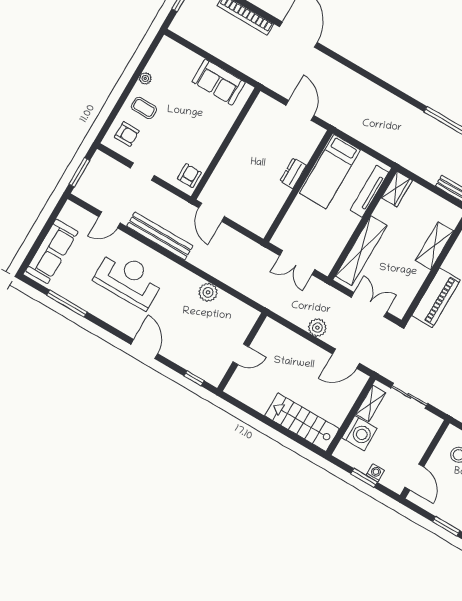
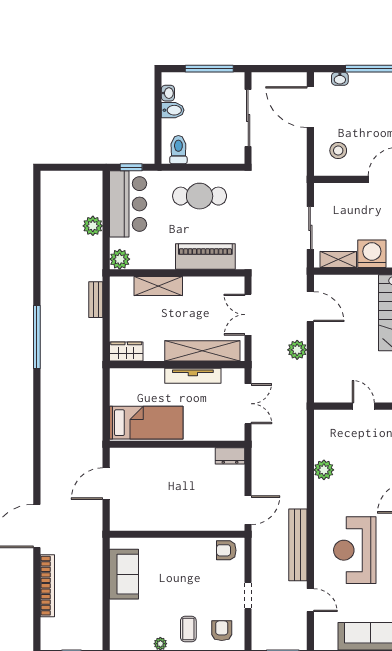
dresser: (293, 173) -> (230, 456), moved
tv unit: (369, 191) -> (193, 376), moved

